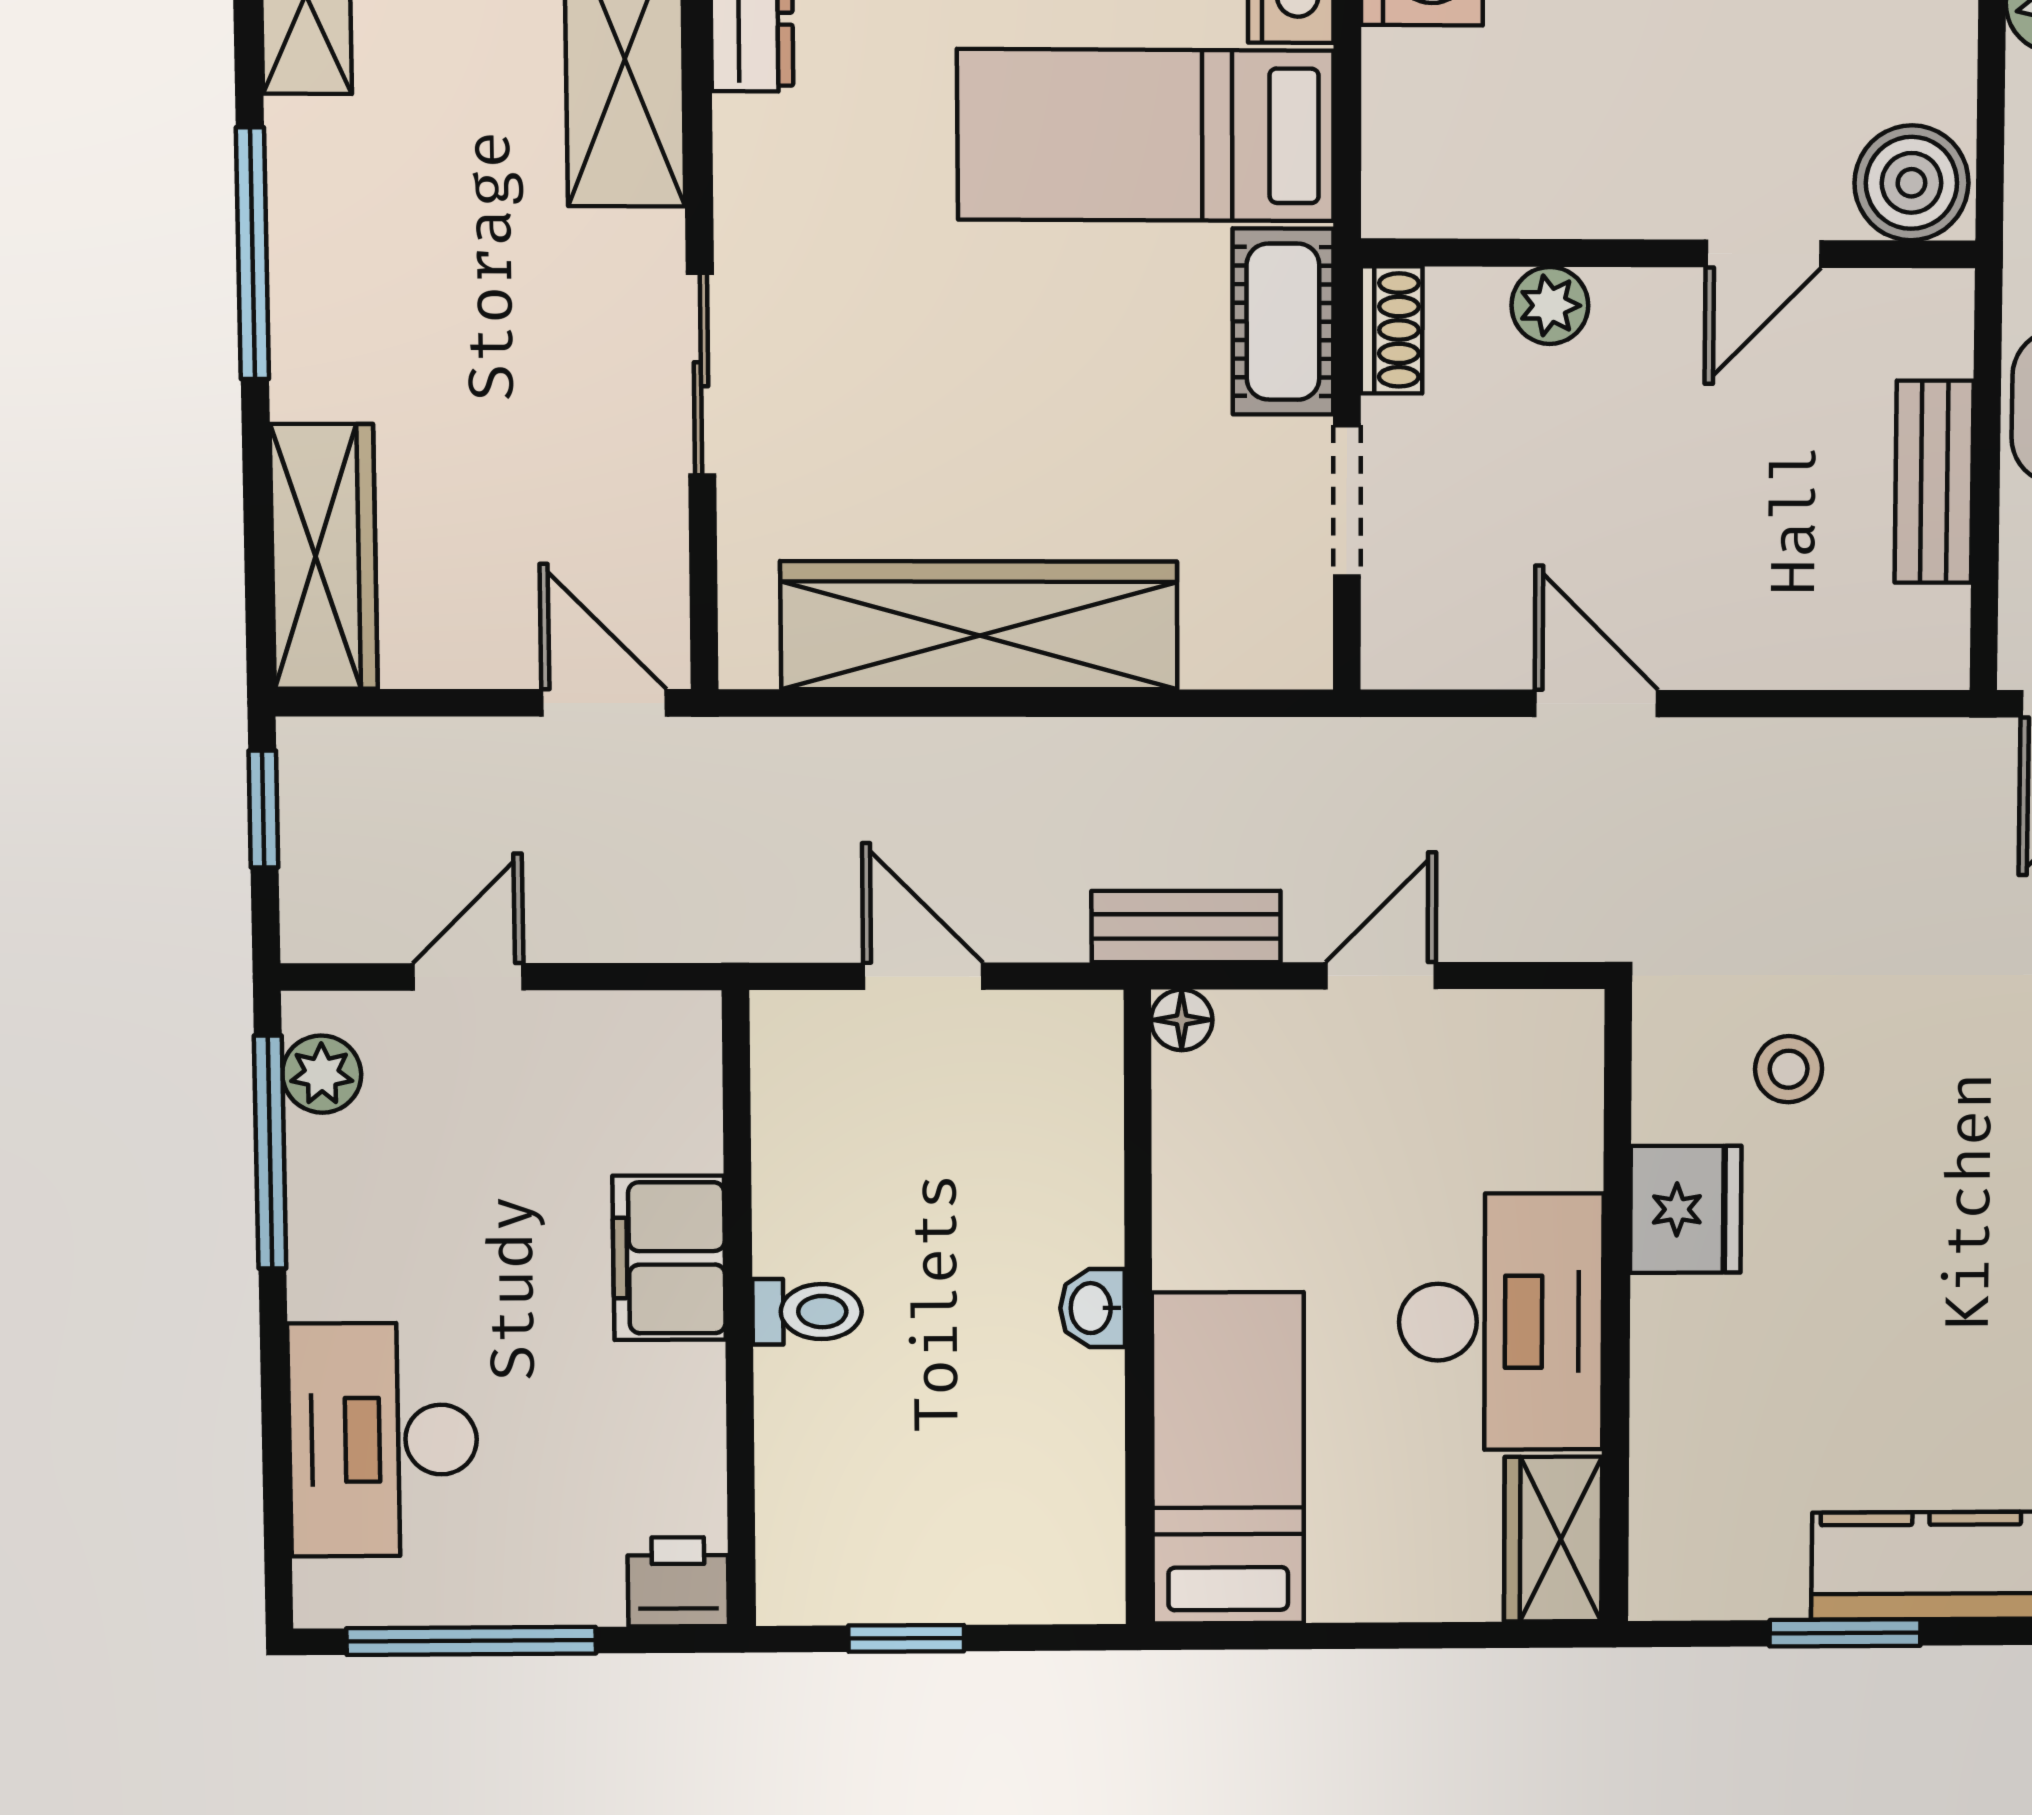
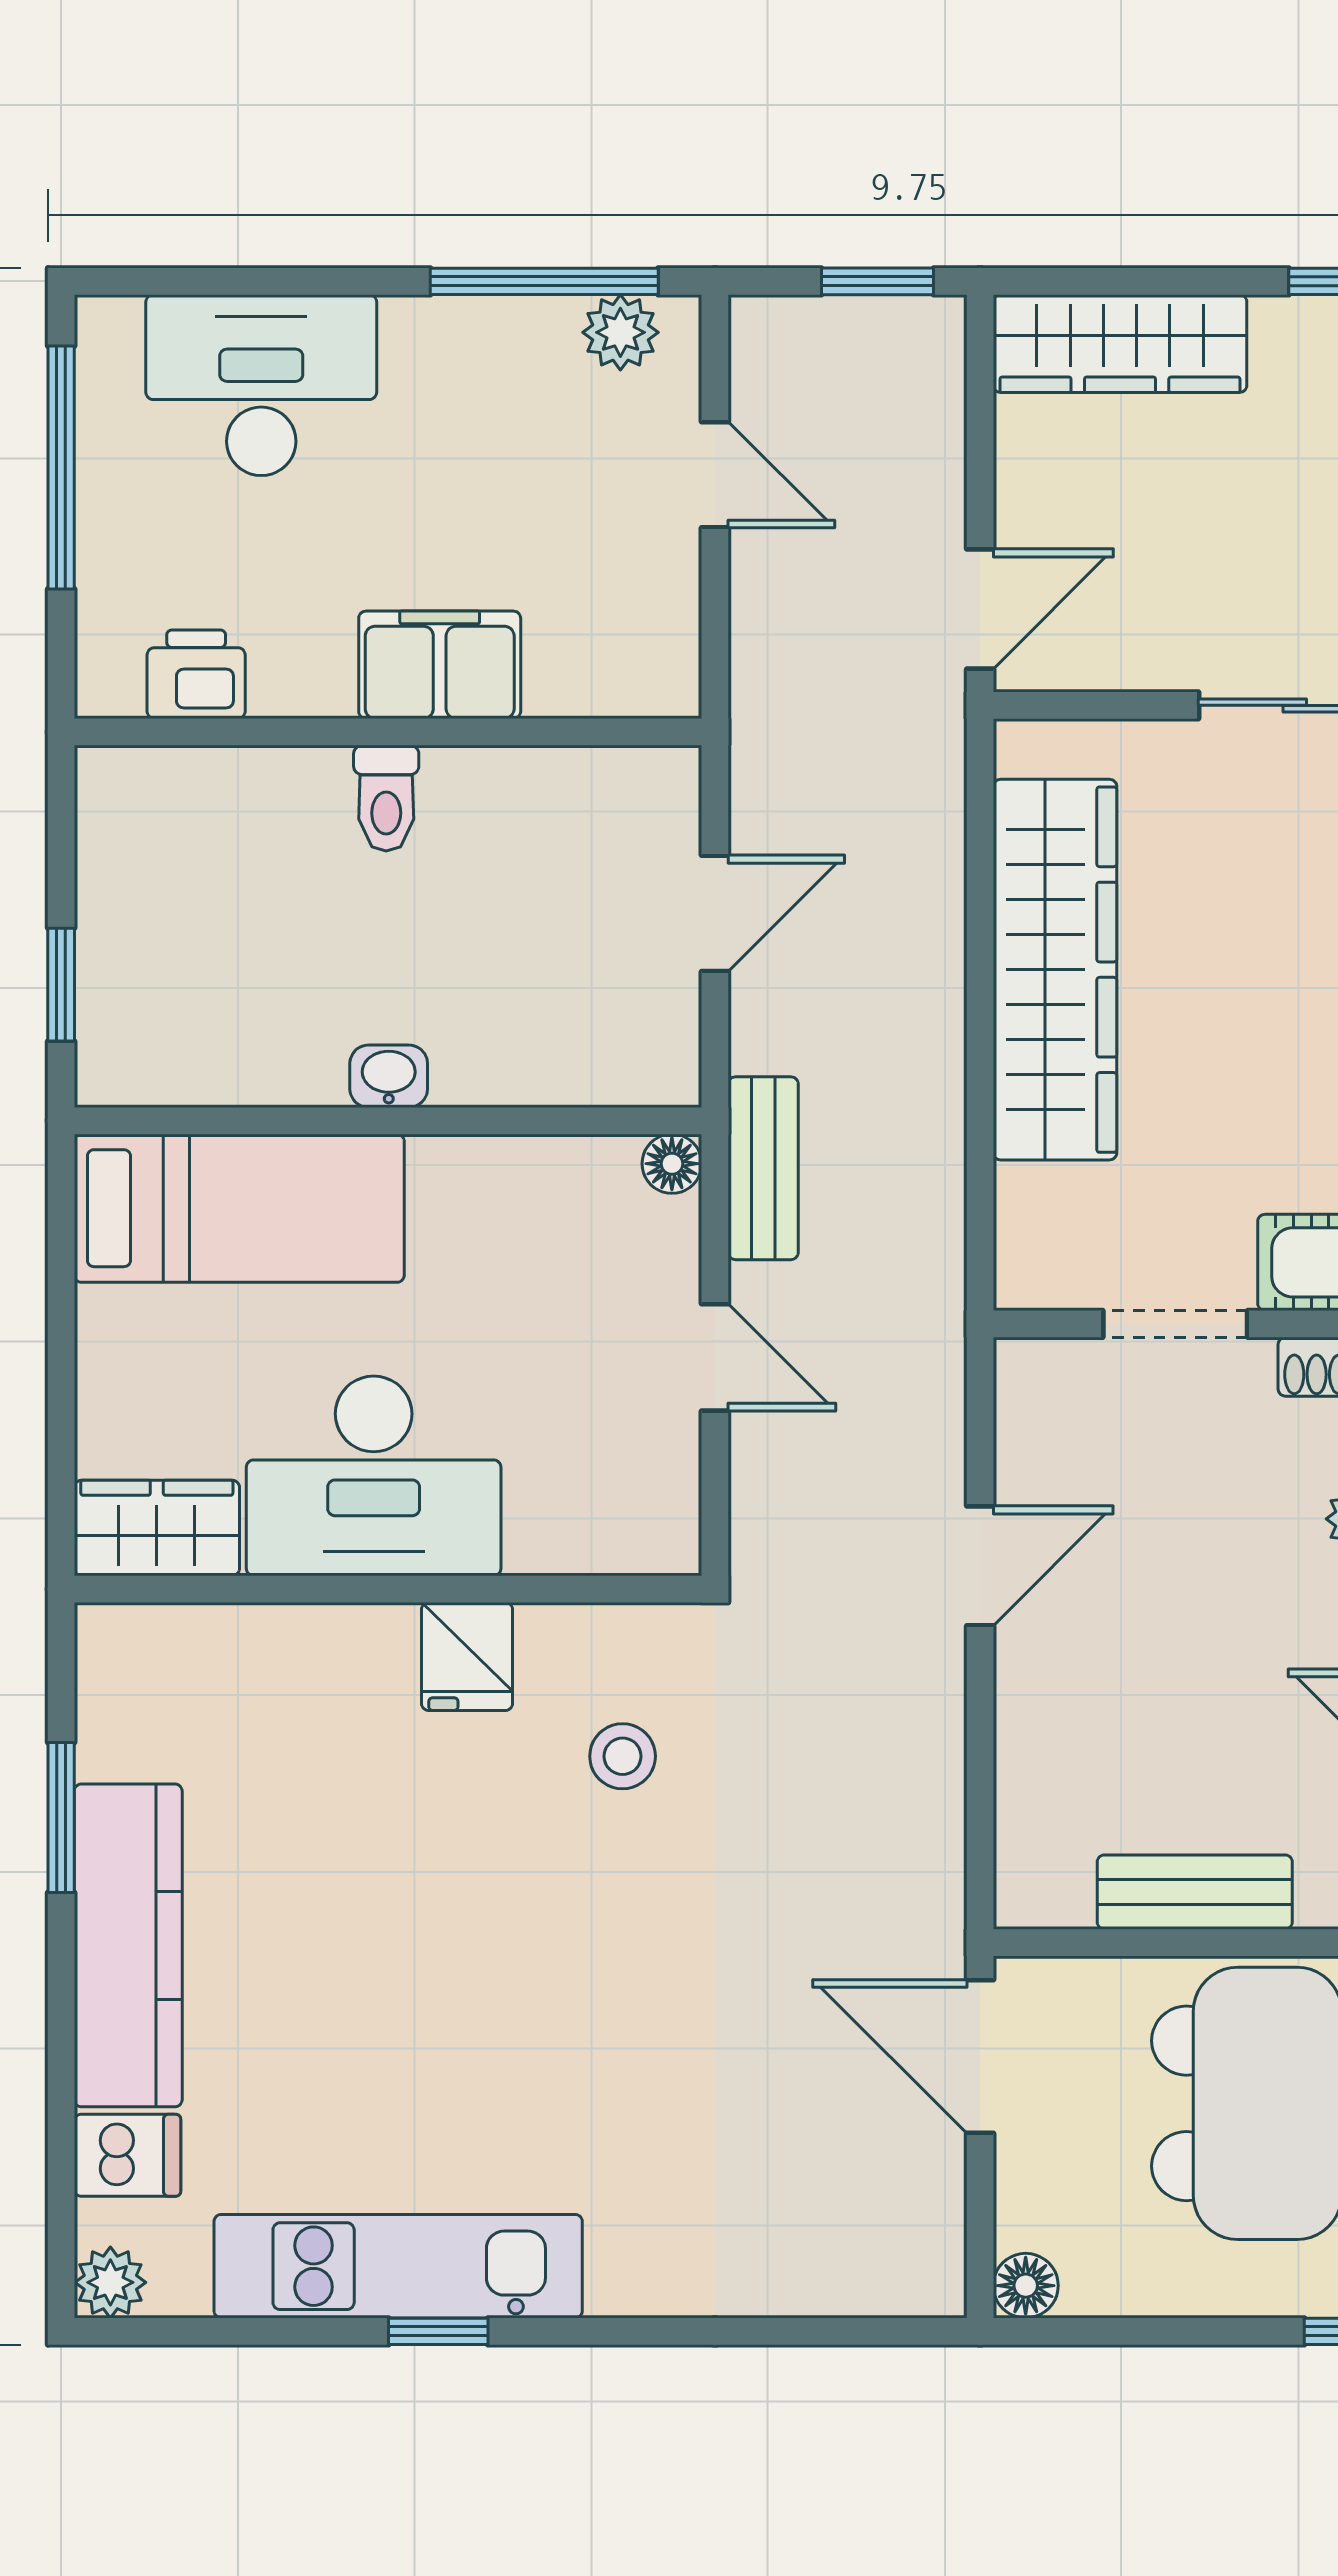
fridge: (1686, 1209) -> (467, 1656), width x0.72
printer: (678, 1582) -> (196, 674), moved, turned -90
window: (906, 1638) -> (61, 985), moved

